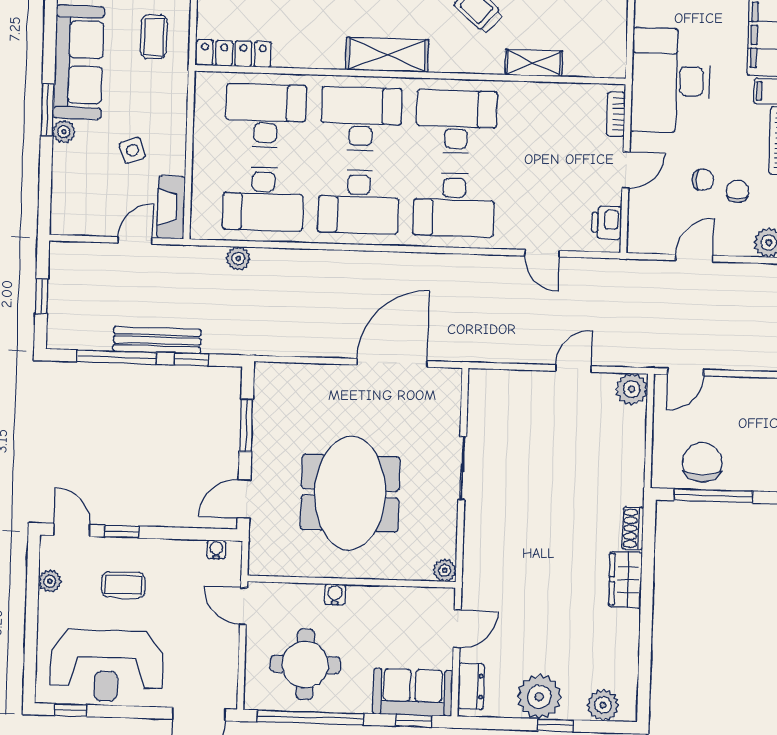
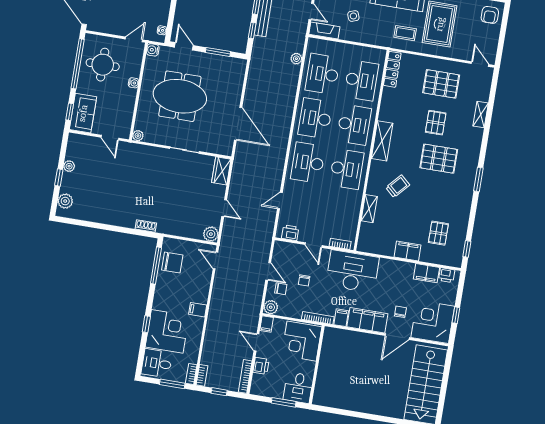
chair: (738, 191) -> (281, 289), moved
water cooler: (260, 563) -> (153, 50), added
wardrobe: (625, 580) -> (221, 171), moved, turned -90
dresser: (471, 686) -> (82, 141), removed
plant: (539, 697) -> (69, 166), width x0.53, depth x0.53

